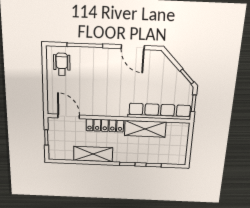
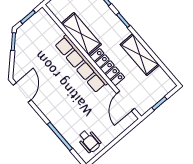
door: (133, 47) -> (22, 93), moved
wheelchair: (62, 64) -> (89, 141), turned -90
row of seats: (160, 111) -> (81, 64), moved

